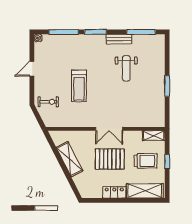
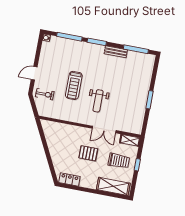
weight bench: (126, 68) -> (98, 101), moved
door: (32, 69) -> (34, 73), moved
double door: (109, 129) -> (104, 129), moved
shelving: (70, 159) -> (54, 147), removed
pallet: (110, 159) -> (88, 153), width x0.67, depth x0.71
locker: (114, 192) -> (69, 179), moved

